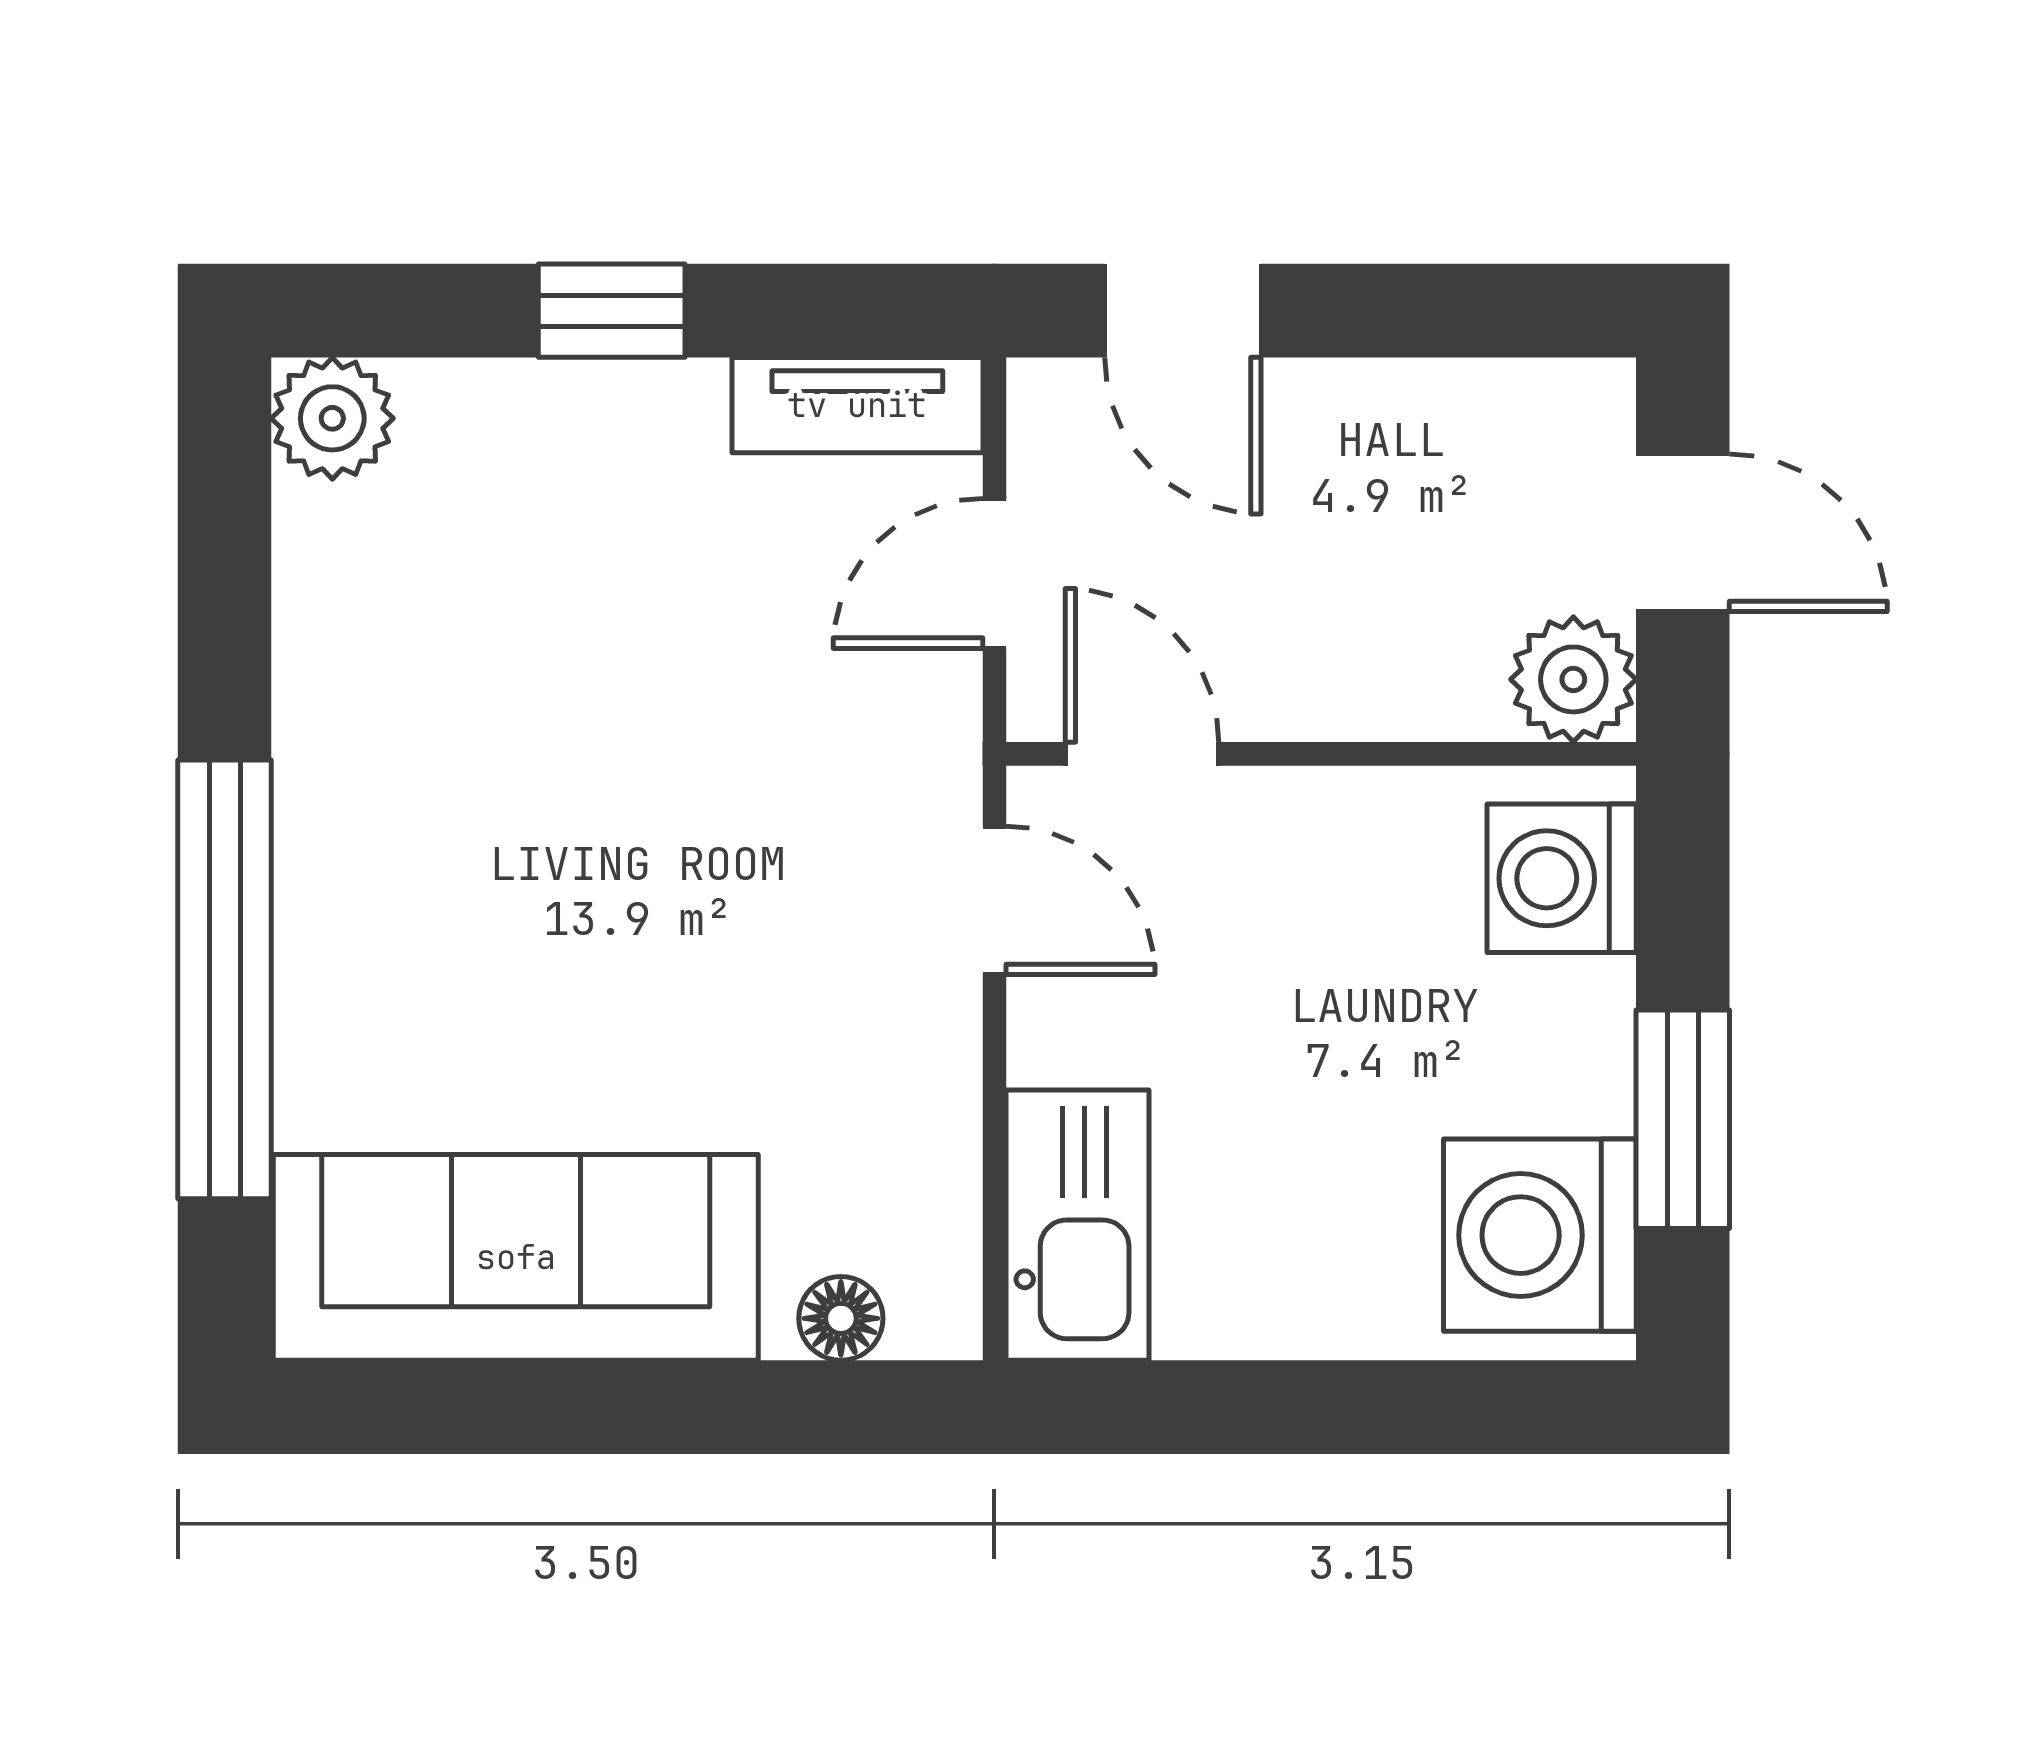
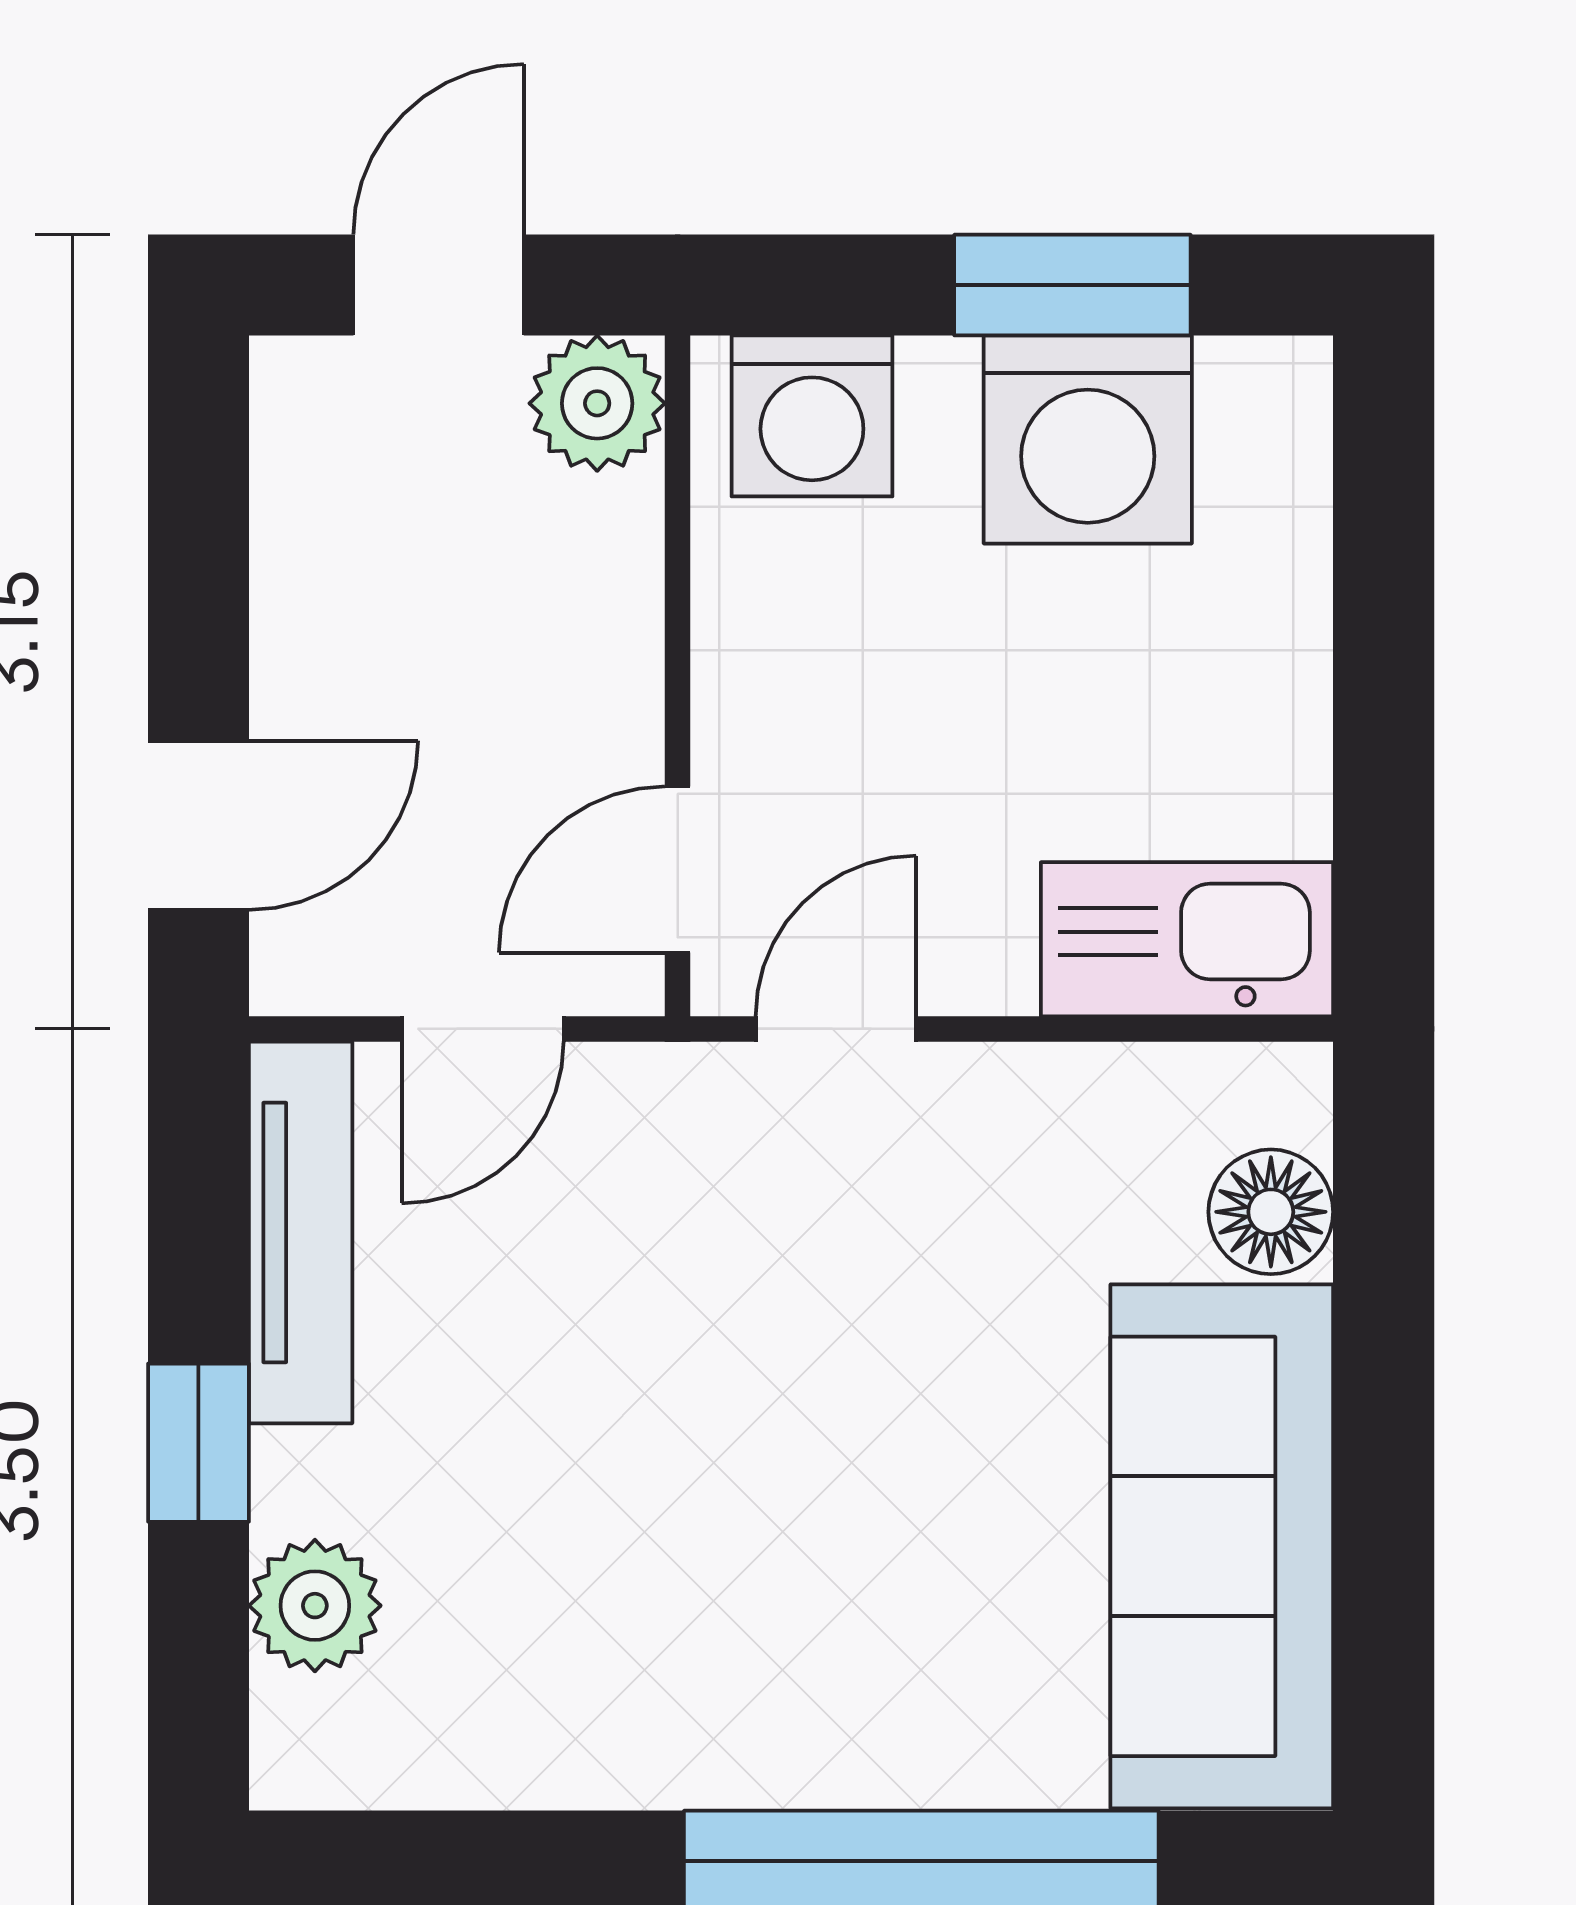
tv unit: (857, 405) -> (301, 1232), width x1.41
plant: (332, 418) -> (315, 1606), moved
door: (994, 573) -> (483, 1029), hinge flipped
washing machine: (1540, 1235) -> (1088, 440), moved
floor lamp: (841, 1318) -> (1271, 1212), width x1.37, depth x1.37

